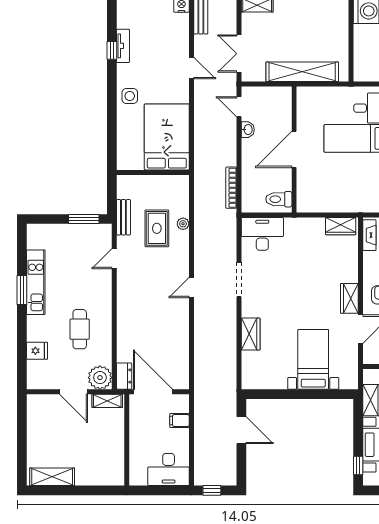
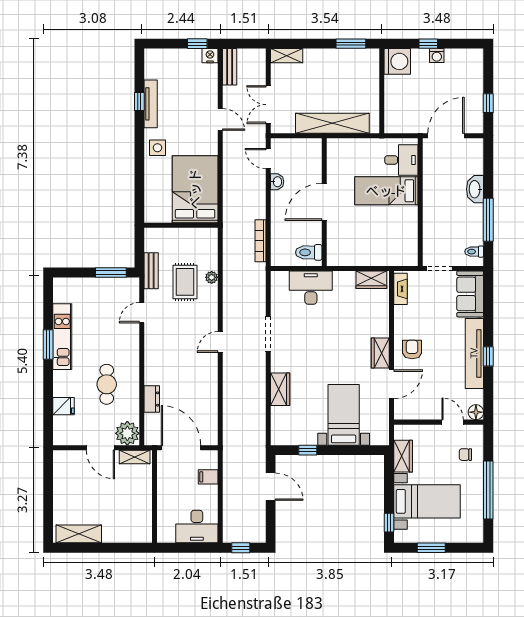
tv unit: (123, 46) -> (151, 104), width x1.41
desk: (262, 234) -> (311, 288), moved
dresser: (124, 376) -> (152, 399), moved
window: (278, 394) -> (308, 450), added

